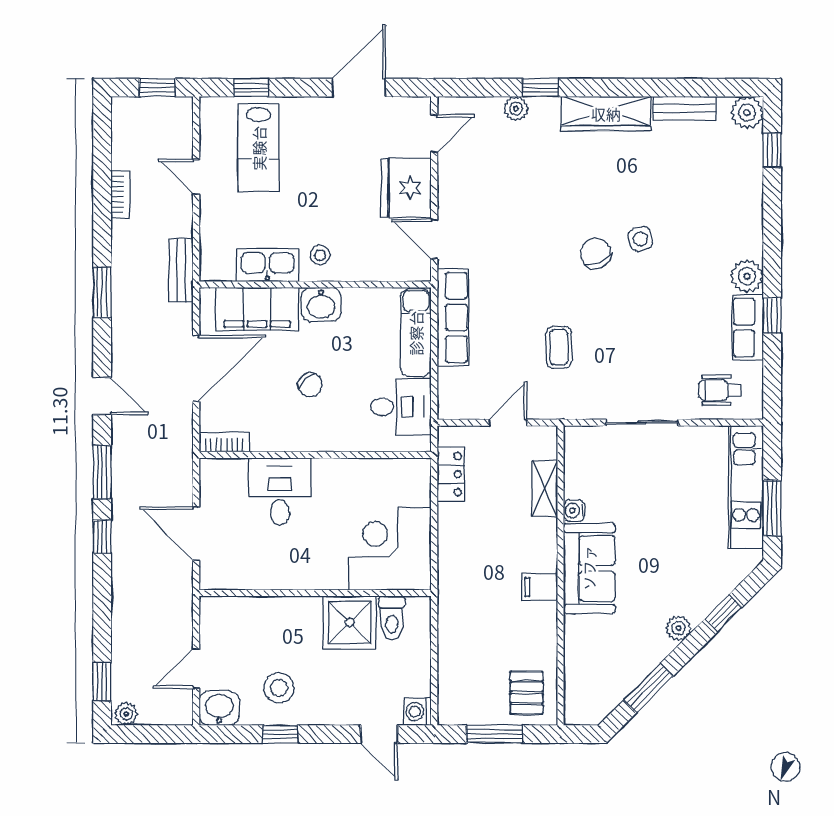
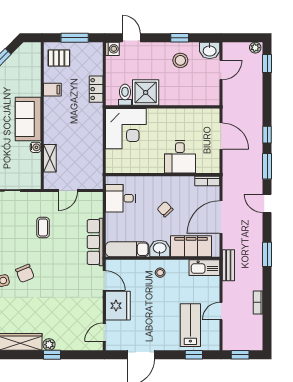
plant: (516, 109) -> (49, 345), moved
door: (196, 177) -> (221, 311), swing flipped
kitchen sink: (267, 265) -> (204, 268), moved
exam couch: (416, 333) -> (127, 249), moved, turned -90
locker: (451, 474) -> (96, 89), moved
filing cabinet: (540, 587) -> (52, 90), moved
pallet: (527, 693) -> (59, 58), turned 90

